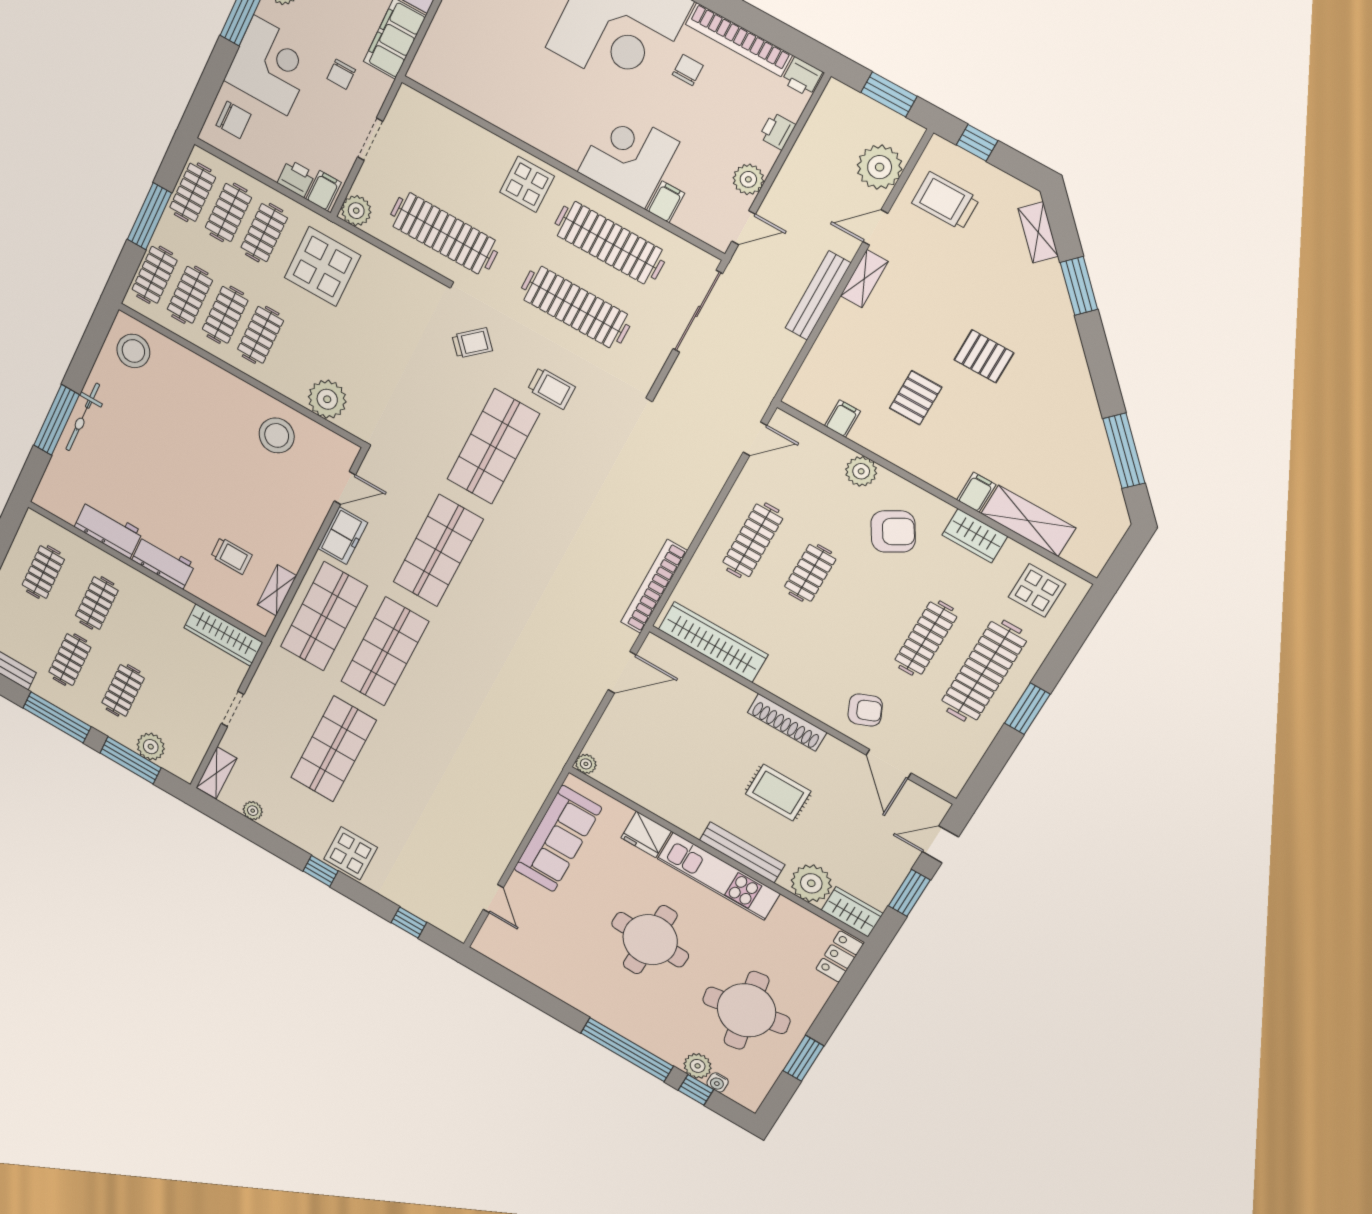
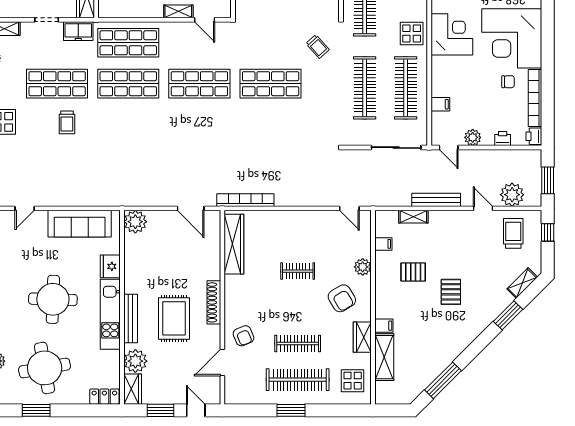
corner desk: (628, 157) -> (452, 34), moved
shelving: (864, 279) -> (413, 217), moved
trolley: (551, 388) -> (67, 122), moved
freezer: (343, 536) -> (78, 31), moved
clothes rail: (753, 540) -> (298, 235), removed
shelving: (277, 590) -> (178, 11), moved
plant: (586, 764) -> (135, 222), width x1.87, depth x1.87
rug: (778, 793) -> (174, 318), width x1.36, depth x1.43

